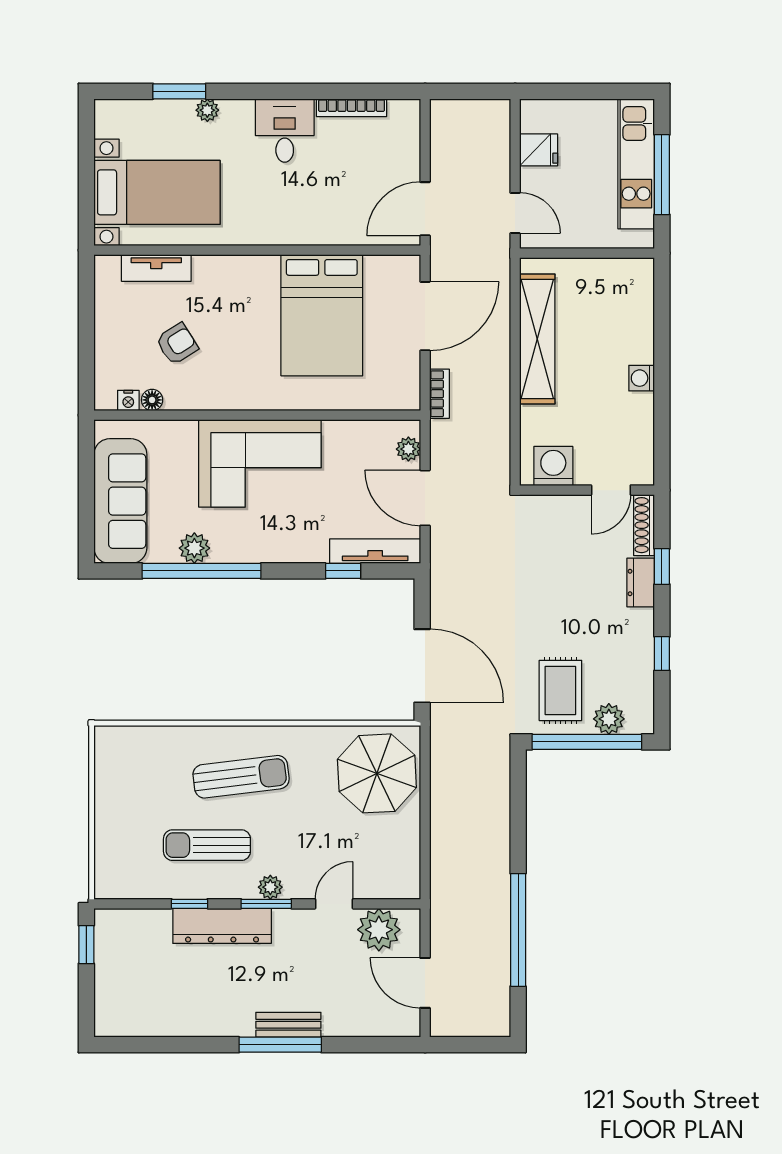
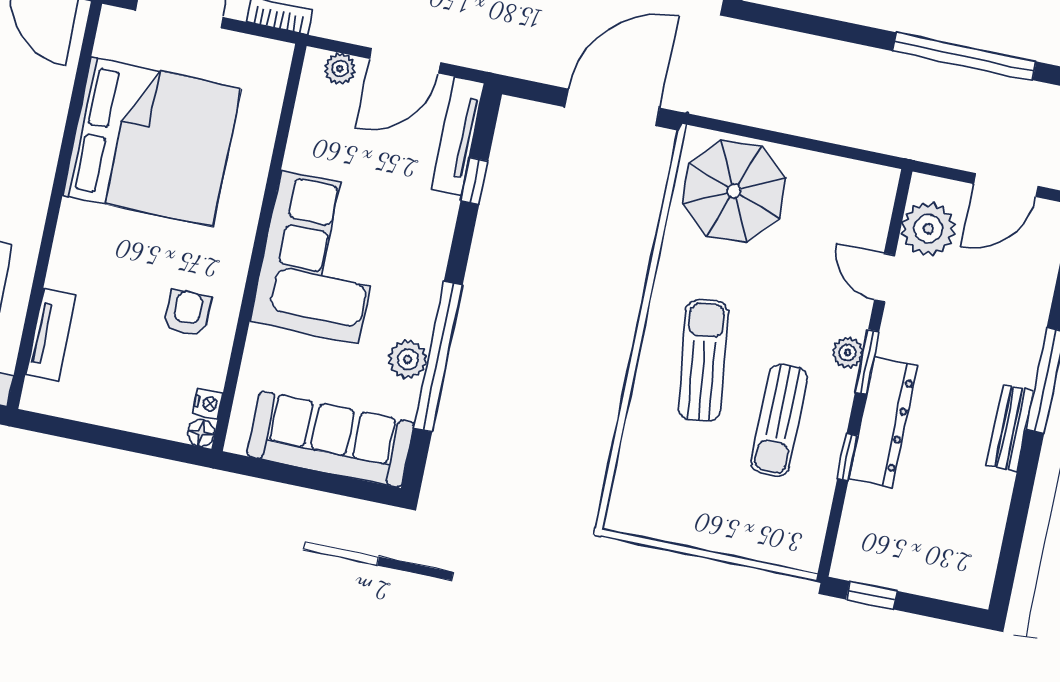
bed: (322, 315) -> (152, 142), width x1.36
armchair: (177, 344) -> (187, 313), moved, turned 32
floor lamp: (152, 400) -> (201, 433), moved
bench: (288, 1025) -> (1010, 428), moved

